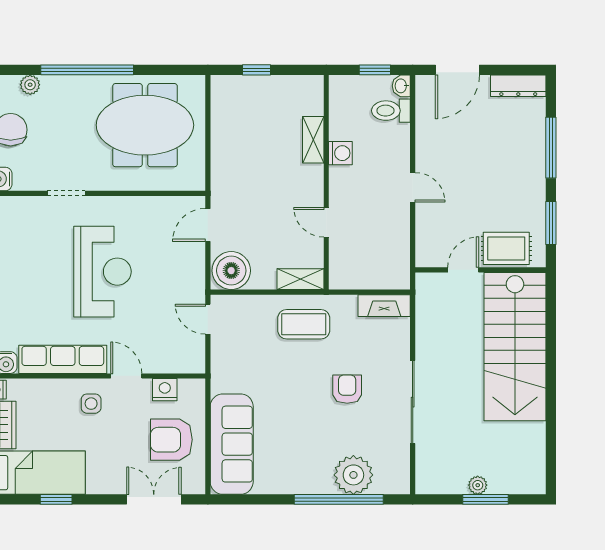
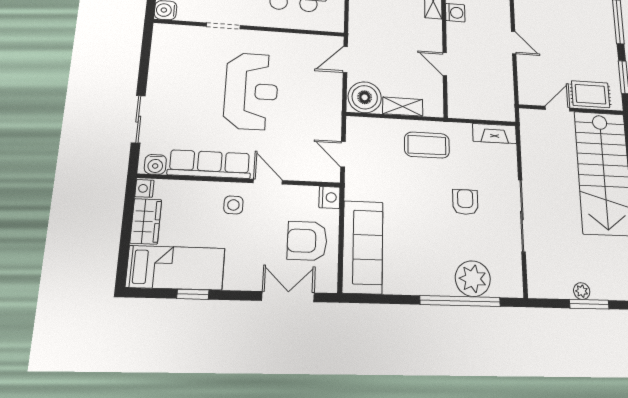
shelving: (300, 279) -> (403, 107), moved
door: (208, 319) -> (343, 154), moved
nightstand: (165, 390) -> (330, 197), moved, turned 90

